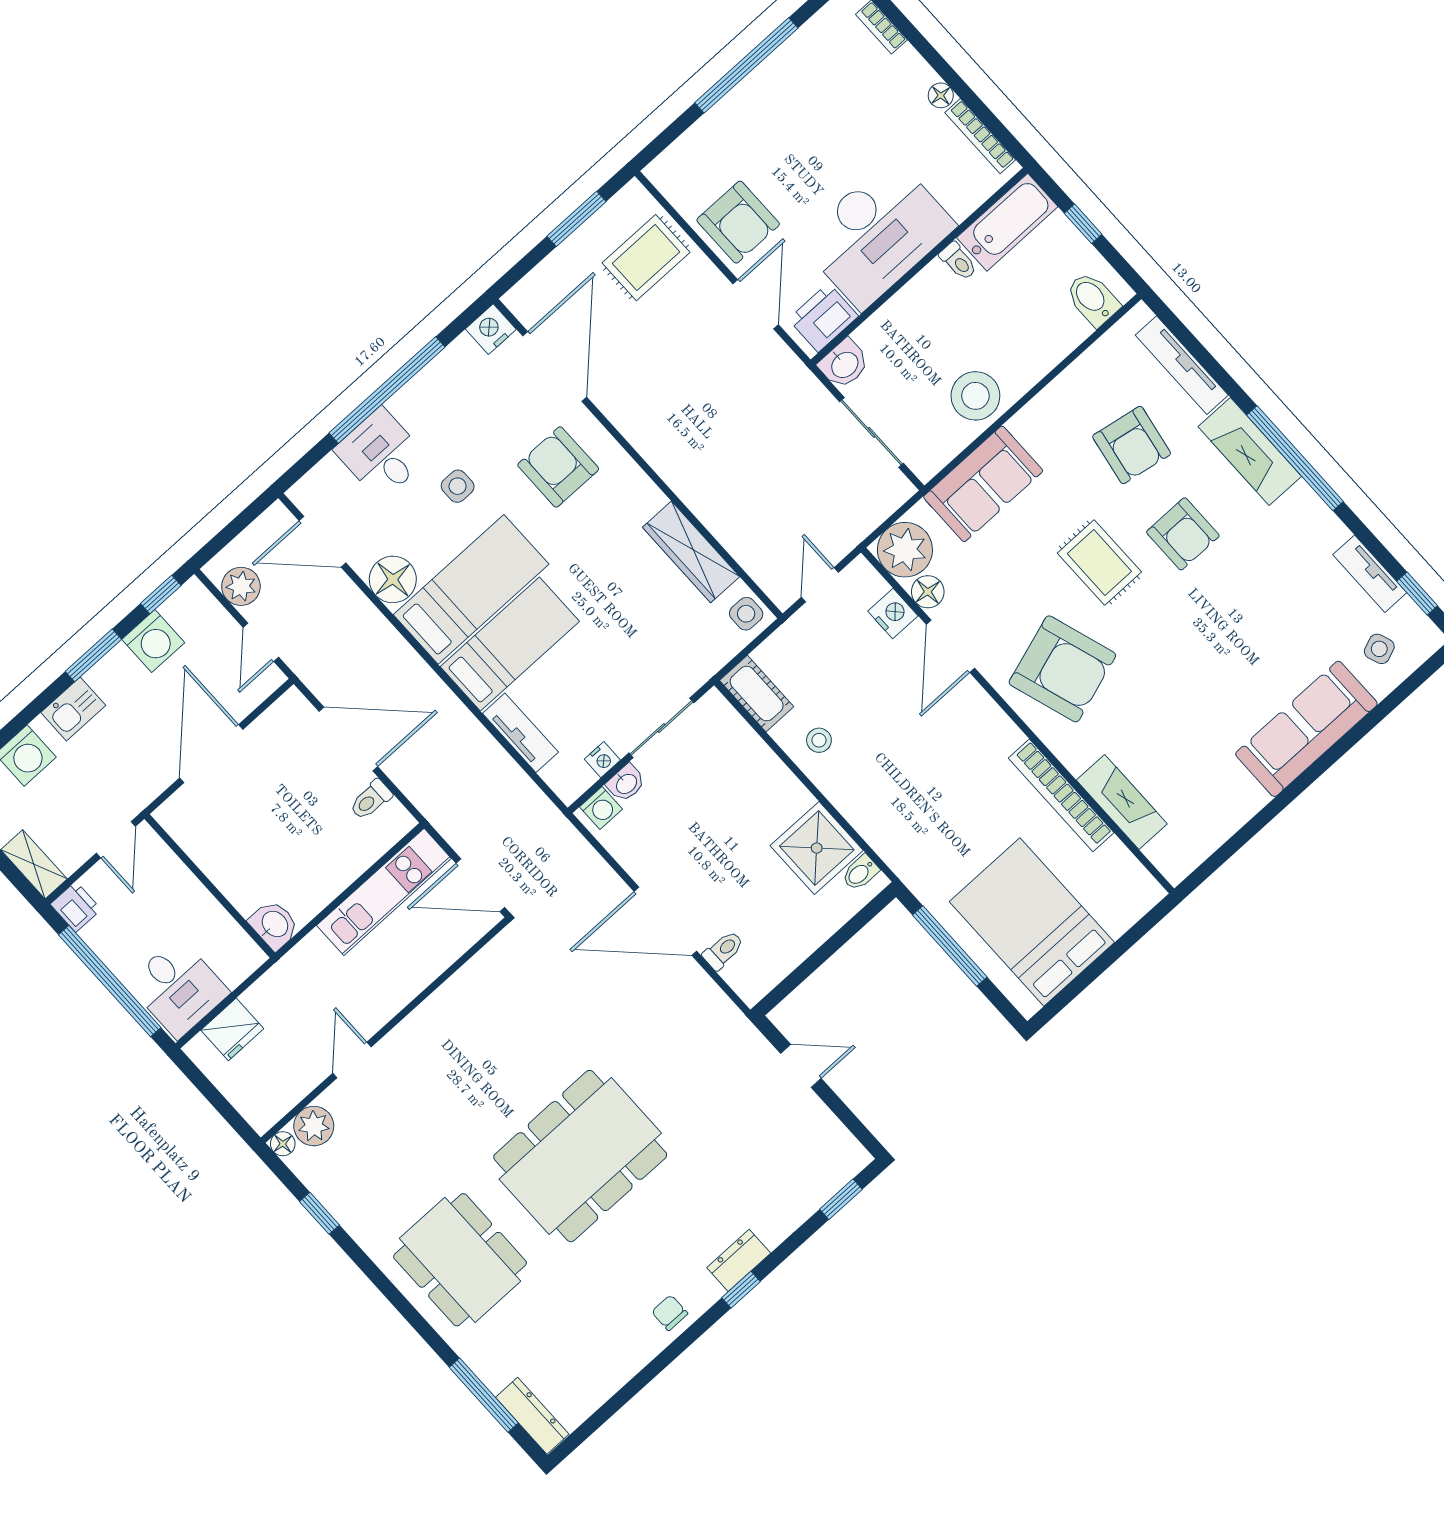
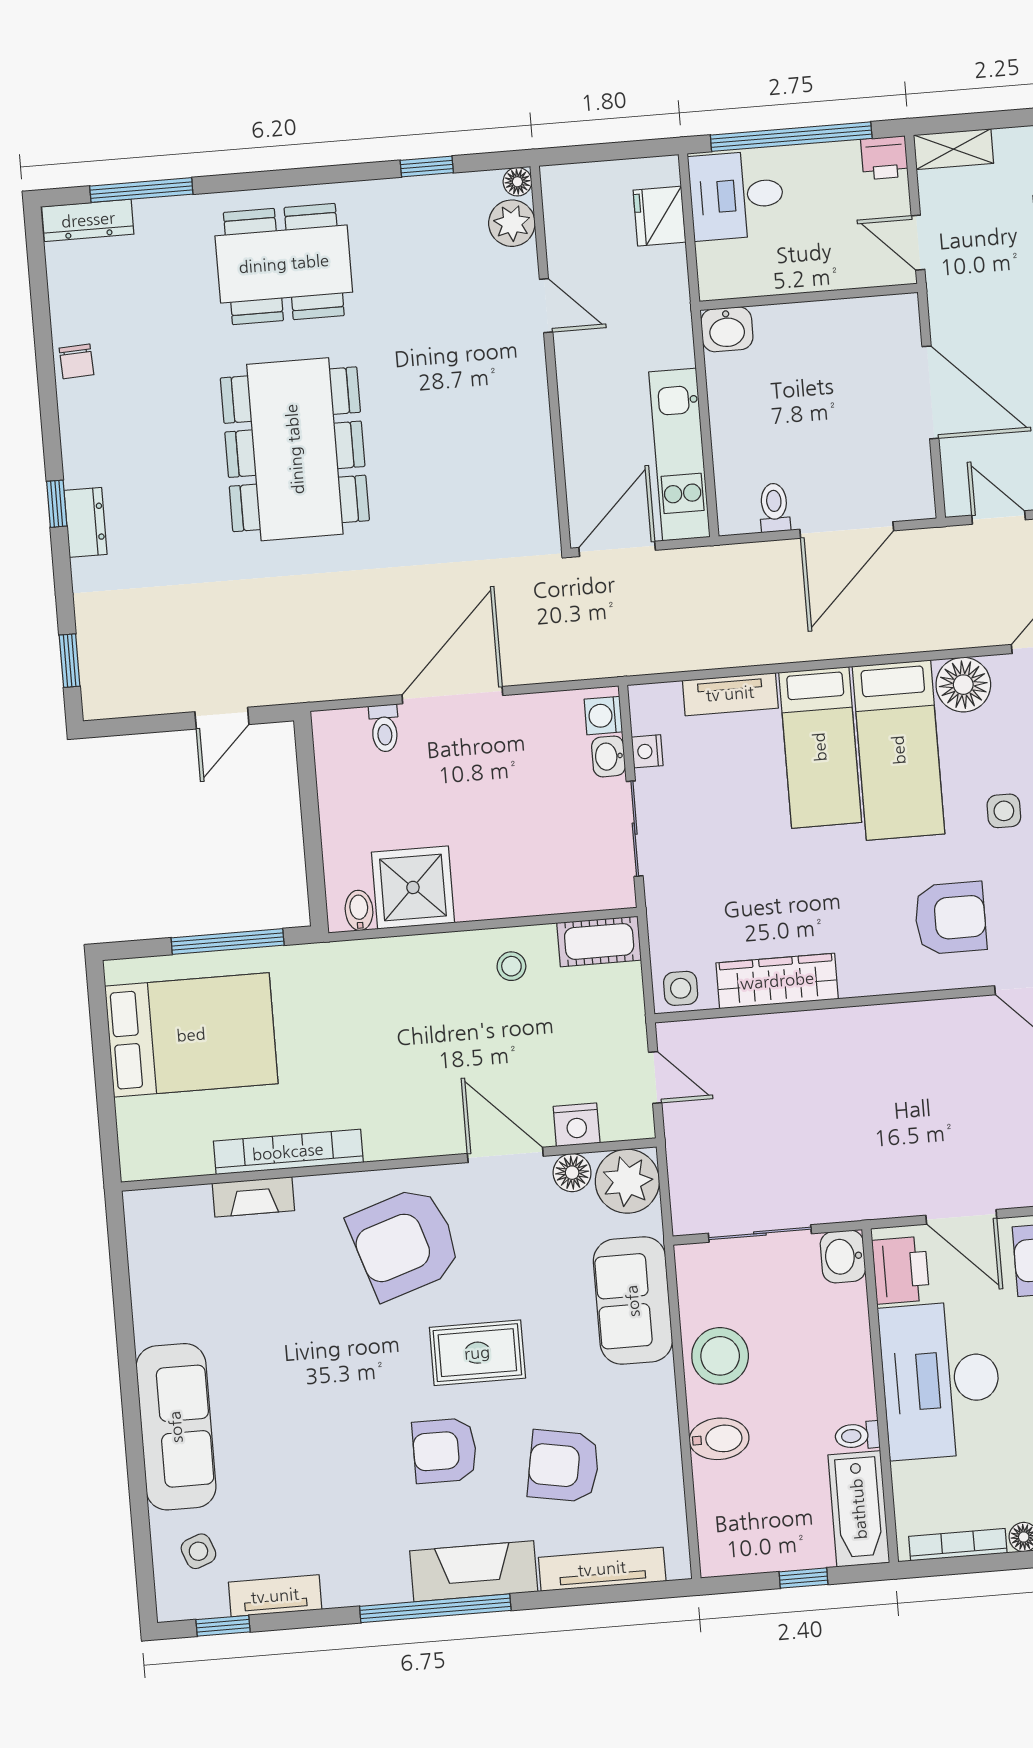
bidet: (1093, 299) -> (719, 1439), moved
fireplace: (1122, 802) -> (253, 1197), width x0.73, depth x0.76
chair: (670, 1313) -> (76, 361), moved, turned 87

